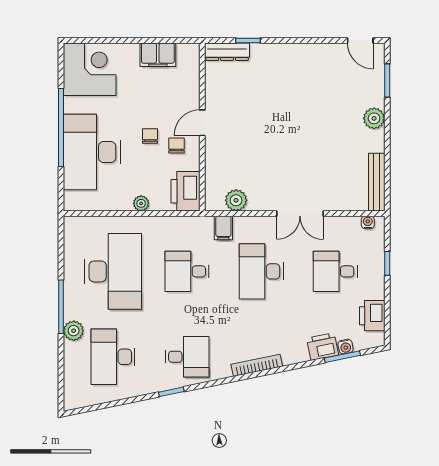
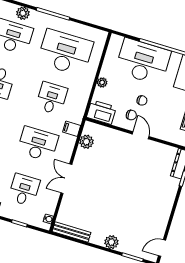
desk: (113, 271) -> (65, 52), turned 180
plant: (74, 331) -> (23, 13), moved

